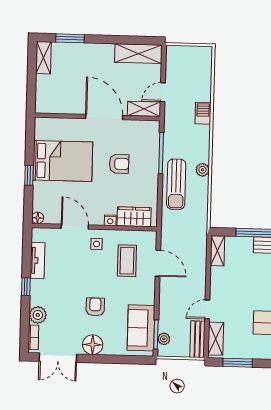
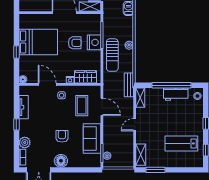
nightstand: (149, 164) -> (94, 42), added
door: (207, 309) -> (135, 125), moved
sofa: (141, 328) -> (92, 138), moved
bench: (197, 339) -> (129, 85), moved

